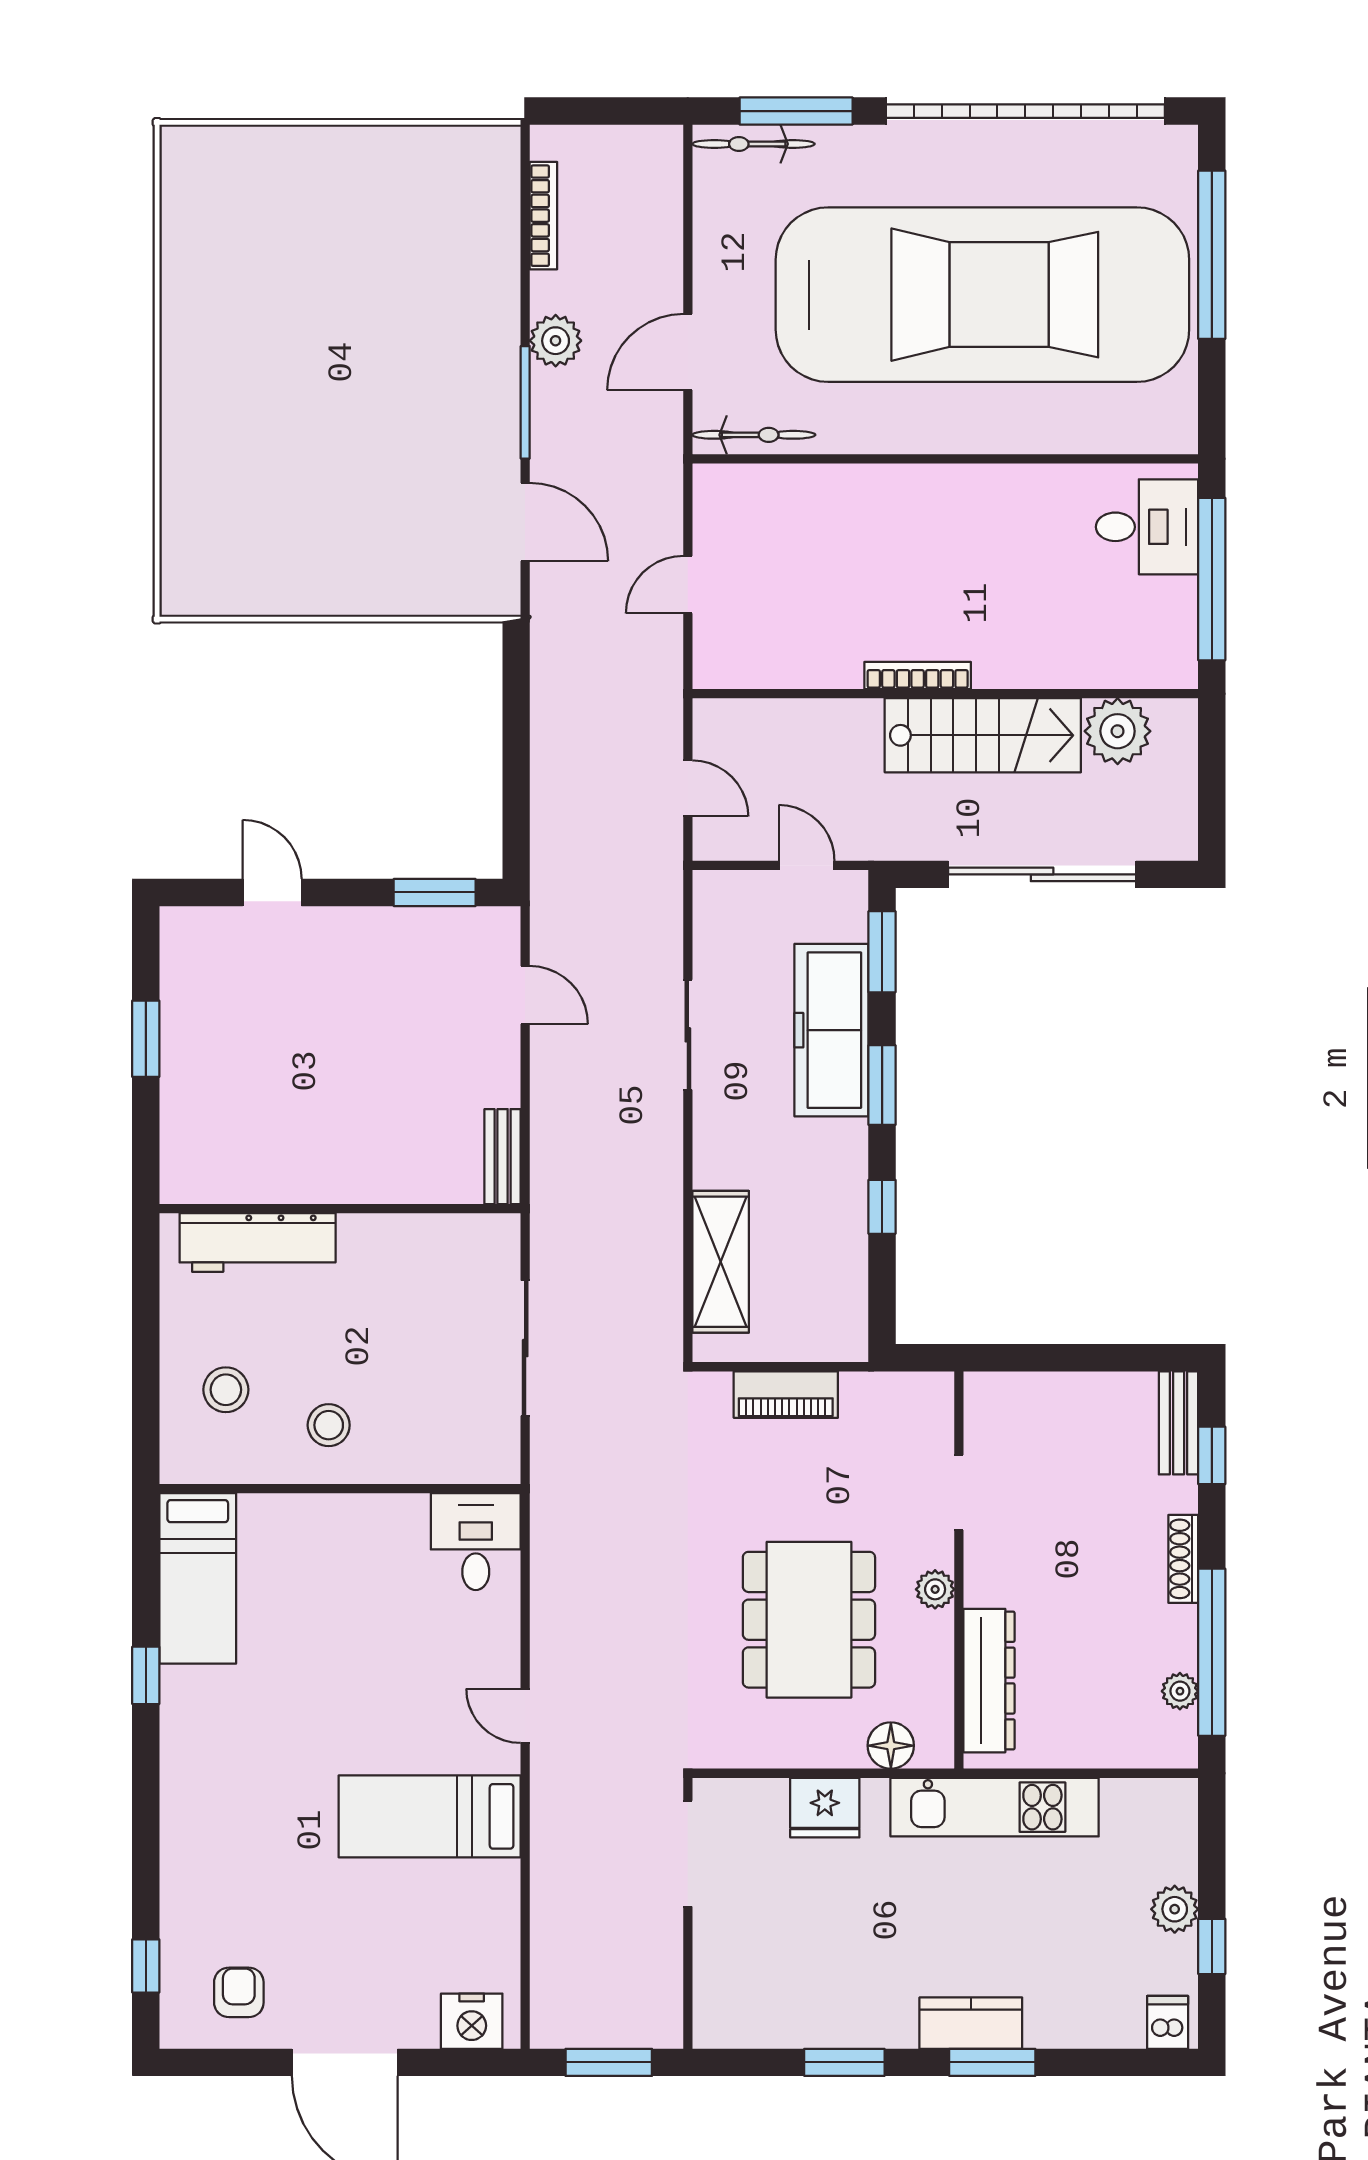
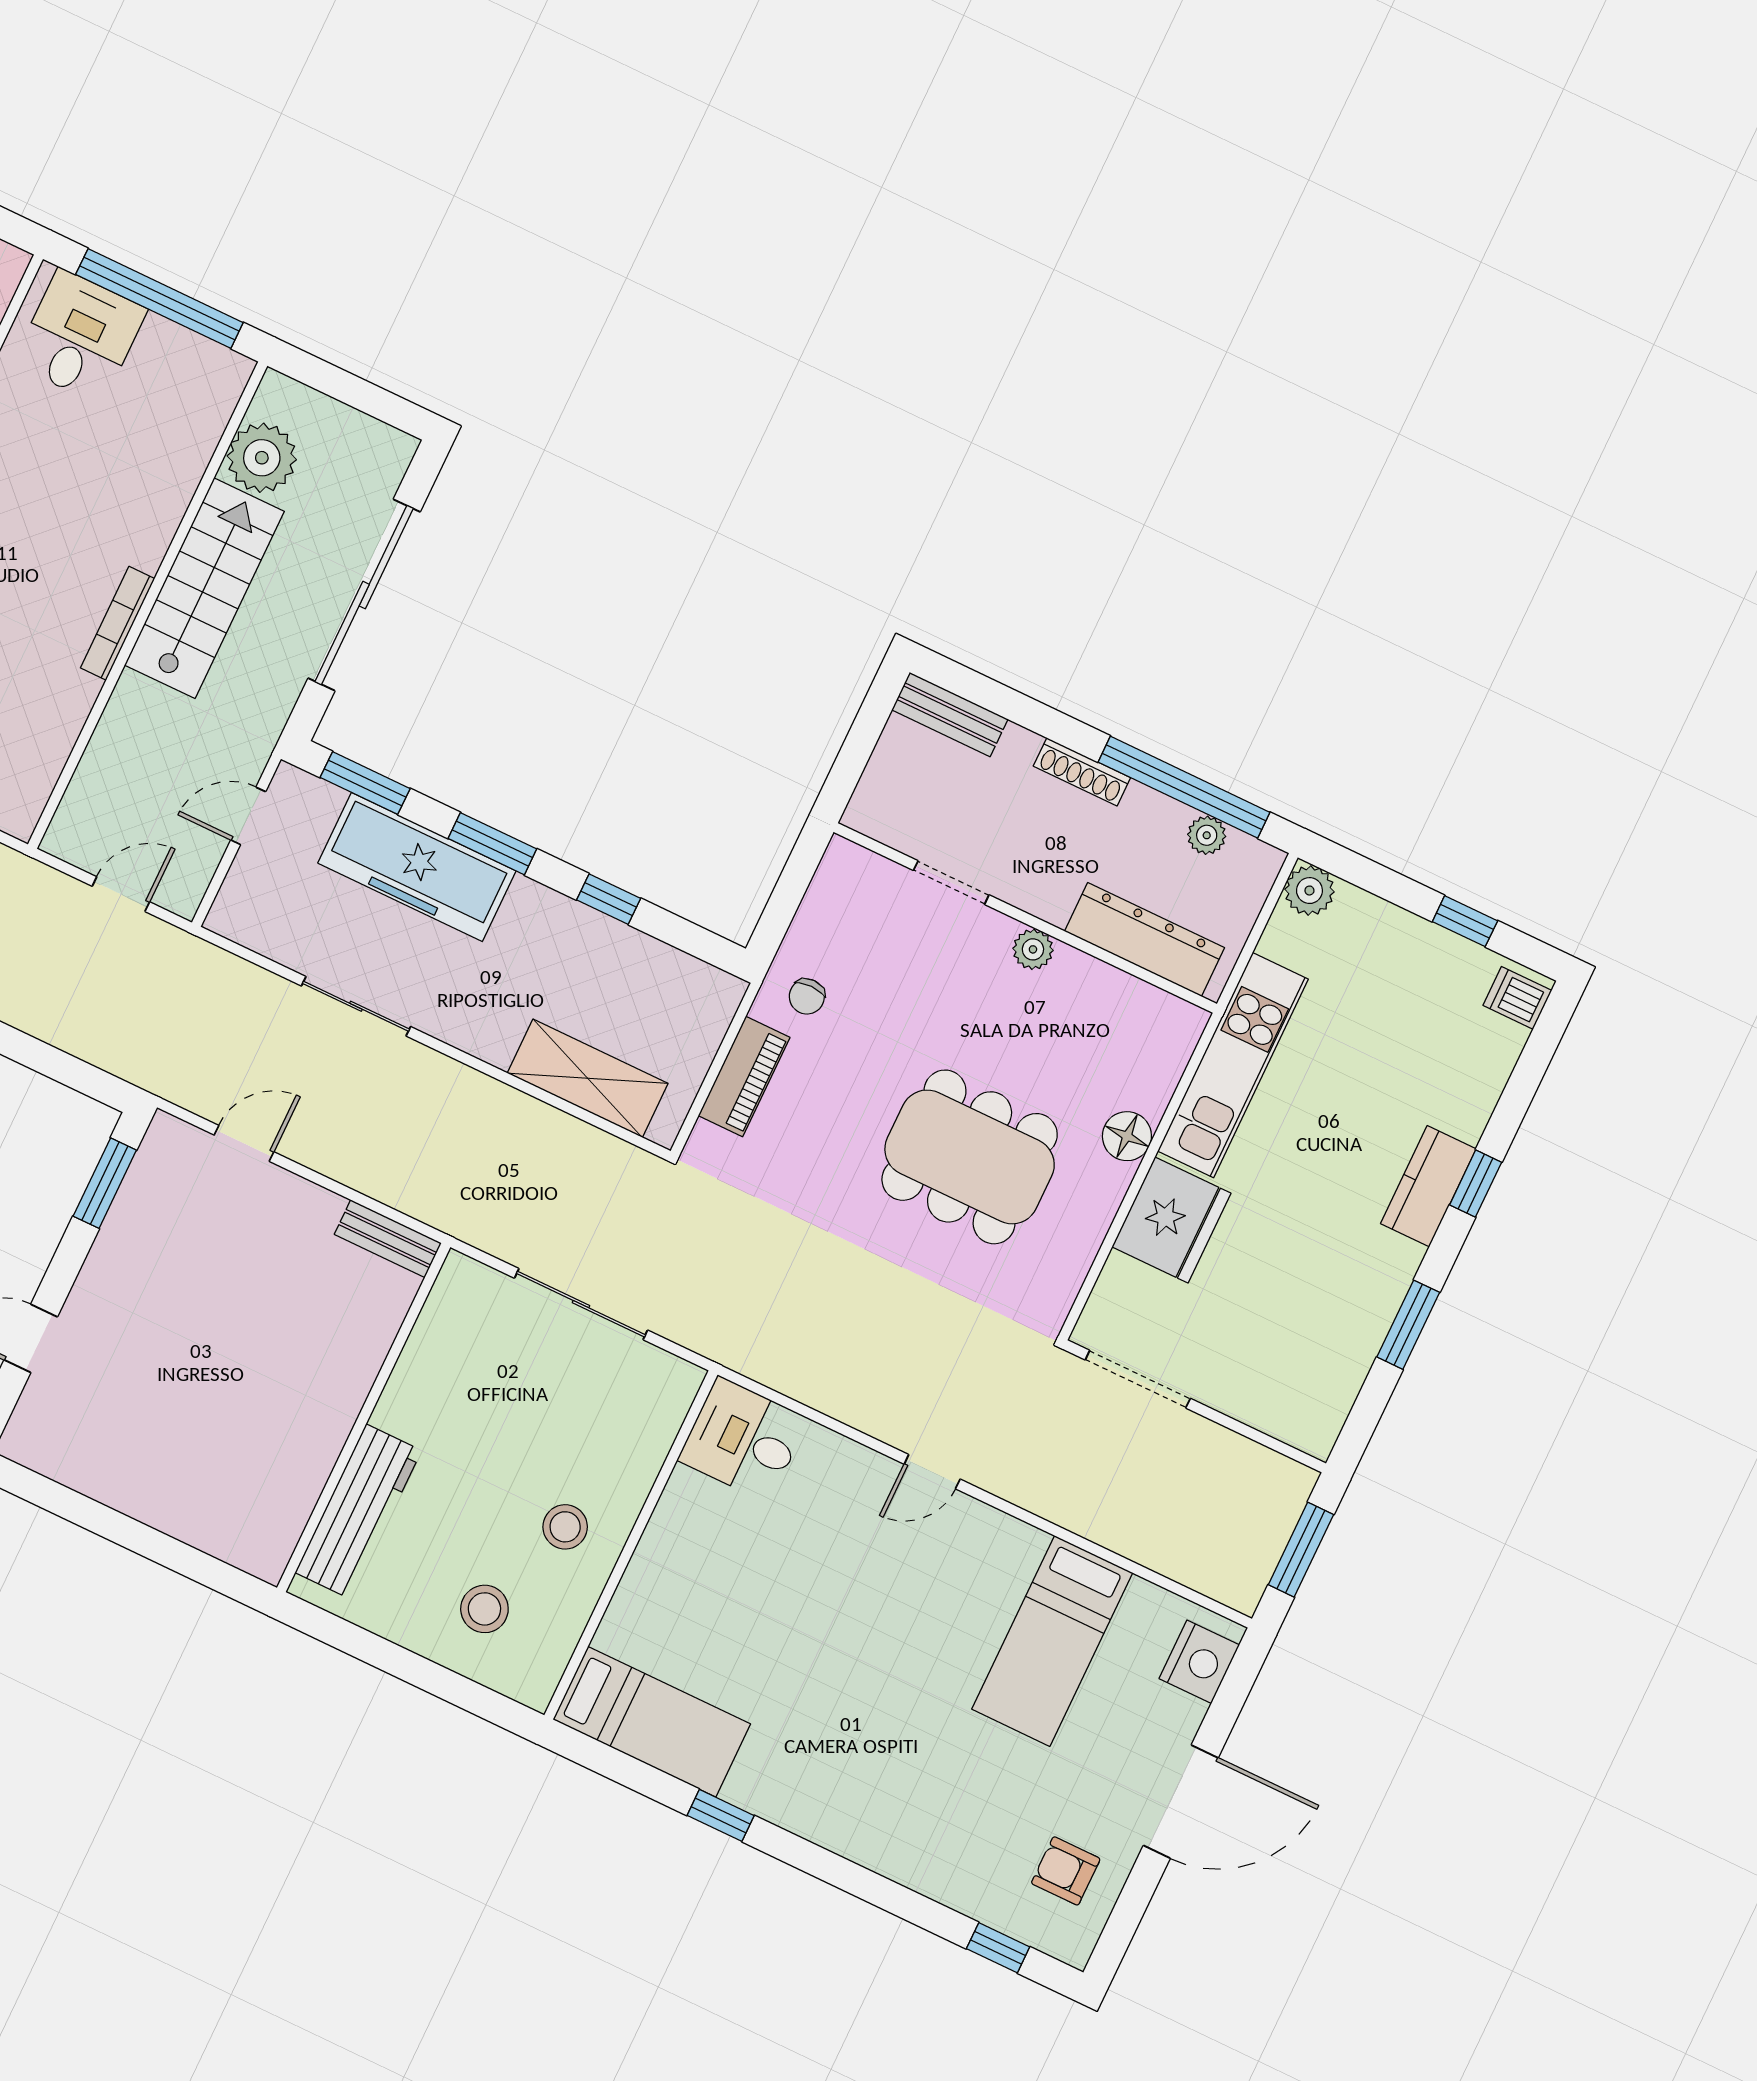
window: (146, 1039) -> (113, 1526), removed
chair: (880, 1416) -> (807, 996), added
window: (1212, 1455) -> (996, 698), removed
doorway: (959, 1492) -> (951, 883), moved
wall: (959, 1570) -> (1025, 918), moved
plant: (935, 1589) -> (1033, 949), moved
dresser: (989, 1681) -> (1145, 939), moved
fridge: (825, 1808) -> (1171, 1220), width x1.36, depth x1.34
bed: (430, 1816) -> (1052, 1641), moved
plant: (1175, 1909) -> (1309, 891), moved
window: (992, 2062) -> (1476, 1184), width x0.67

